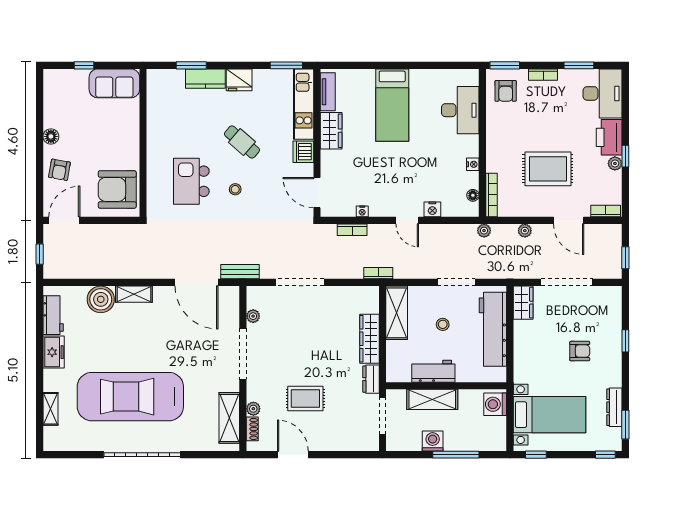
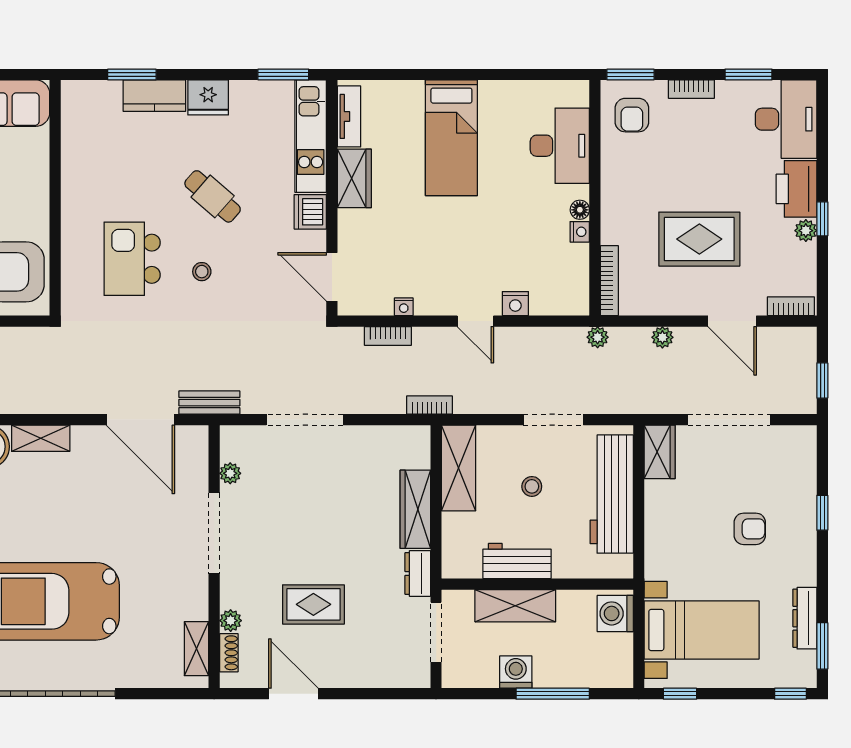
floor lamp: (473, 195) -> (580, 210), moved
shelving: (229, 418) -> (196, 649), width x0.67, depth x0.75

